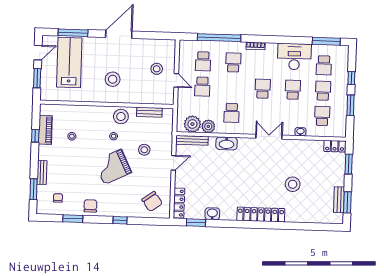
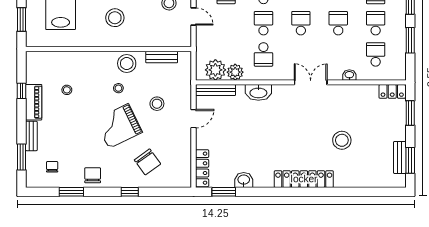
school desk: (202, 87) -> (263, 23), moved, turned 180
piano: (45, 130) -> (34, 102), moved
chair: (152, 202) -> (147, 162), moved

